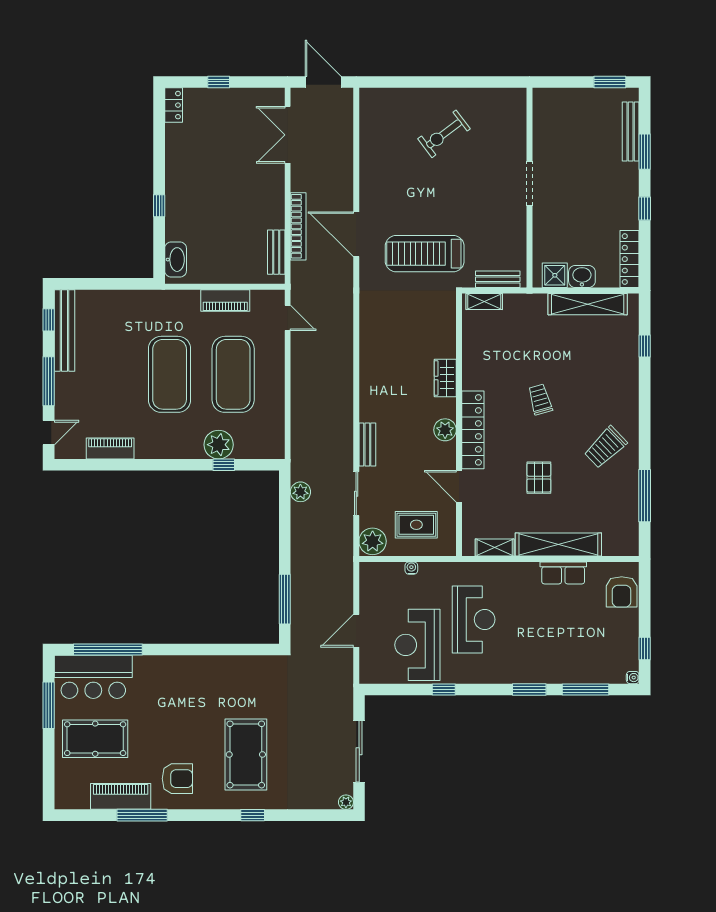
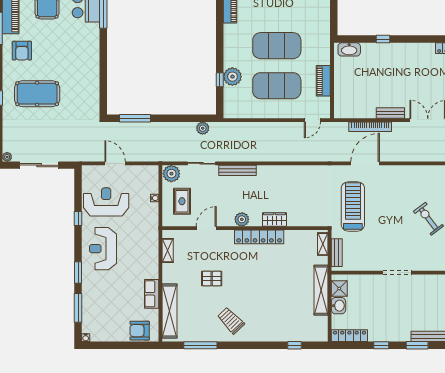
bench: (276, 252) -> (390, 113), moved
shelving: (588, 304) -> (321, 290), moved
trolley: (540, 399) -> (261, 279), removed
locker: (473, 430) -> (259, 237), moved
bench: (367, 445) -> (238, 170), width x1.36
shelving: (558, 544) -> (170, 311), moved
reception desk: (474, 619) -> (103, 249), moved, turned 90
window: (645, 648) -> (104, 345), removed

